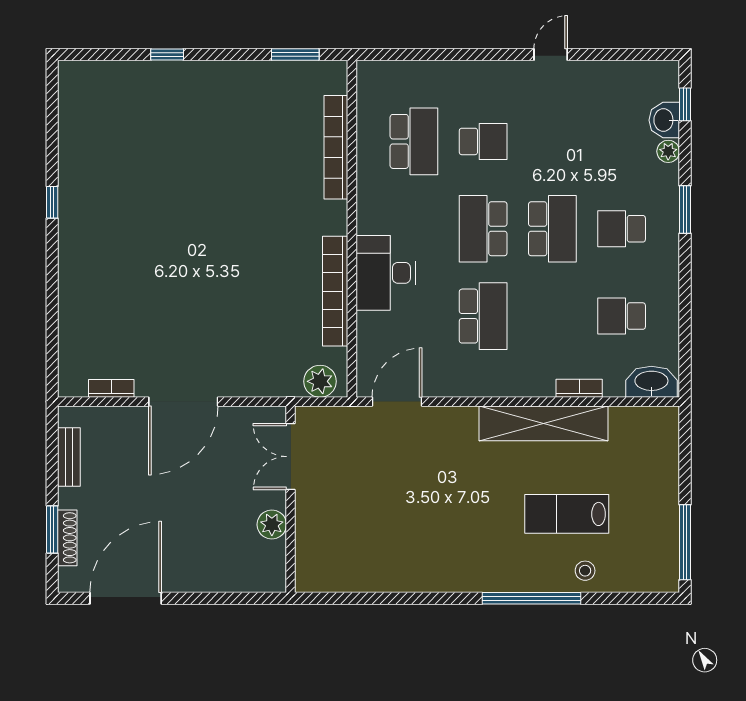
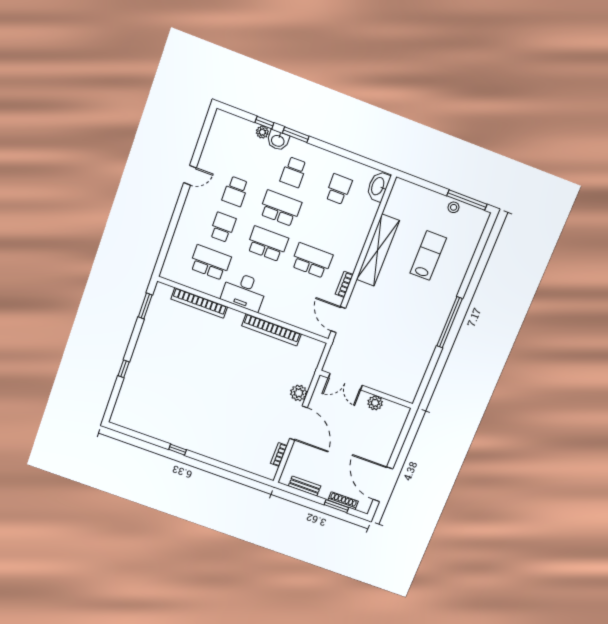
door: (551, 54) -> (190, 175), swing flipped
window: (685, 104) -> (264, 123), moved
washbasin: (664, 120) -> (278, 140), moved
school desk: (552, 141) -> (235, 191), added
school desk: (483, 229) -> (267, 244), turned 180
desk: (386, 273) -> (244, 291), moved
school desk: (622, 316) -> (339, 189), turned 180
plant: (320, 381) -> (299, 393), moved
bookcase: (579, 388) -> (344, 284), moved
lab bench: (567, 514) -> (428, 256), turned 180
stool: (585, 571) -> (454, 207), moved
window: (531, 598) -> (450, 322), moved

